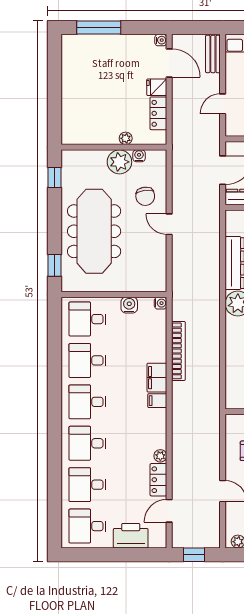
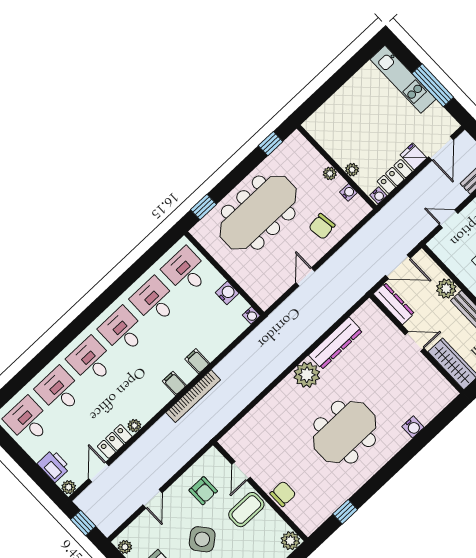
window: (99, 28) -> (433, 85), moved
water cooler: (161, 40) -> (378, 195), moved
kitchen unit: (97, 44) -> (403, 79), added
plant: (119, 162) -> (330, 173), width x0.53, depth x0.53
door: (169, 224) -> (305, 277), moved
bookcase: (178, 351) -> (193, 396), moved
filing cabinet: (157, 378) -> (197, 361), width x0.50
door: (169, 511) -> (99, 472), hinge flipped
printer: (131, 536) -> (54, 466), width x0.73, depth x0.84
plant: (160, 541) -> (69, 487), added

